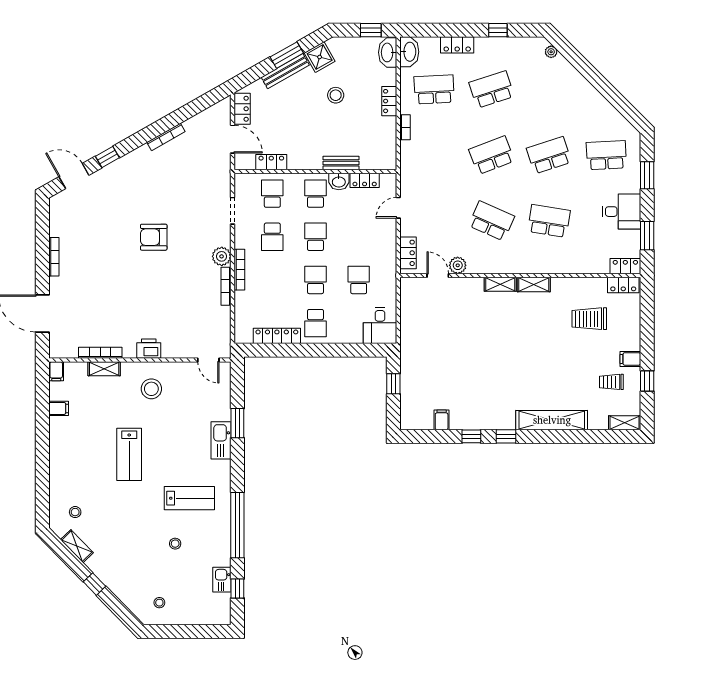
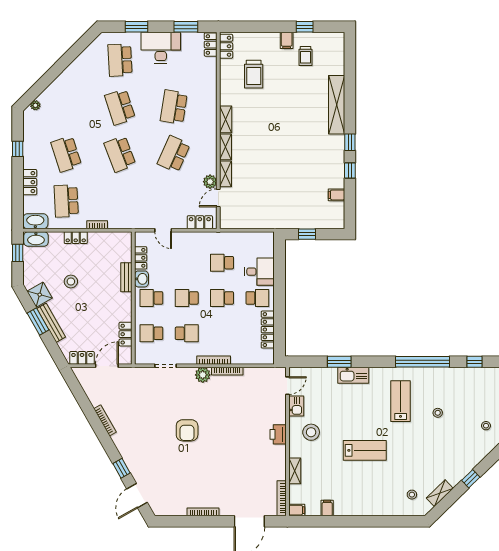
desk: (622, 212) -> (161, 48), width x1.37
desk: (380, 326) -> (259, 272), moved
bookcase: (100, 353) -> (282, 498), moved
shelving: (625, 423) -> (226, 174), moved
kitchen sink: (222, 580) -> (296, 406), moved, turned -90

